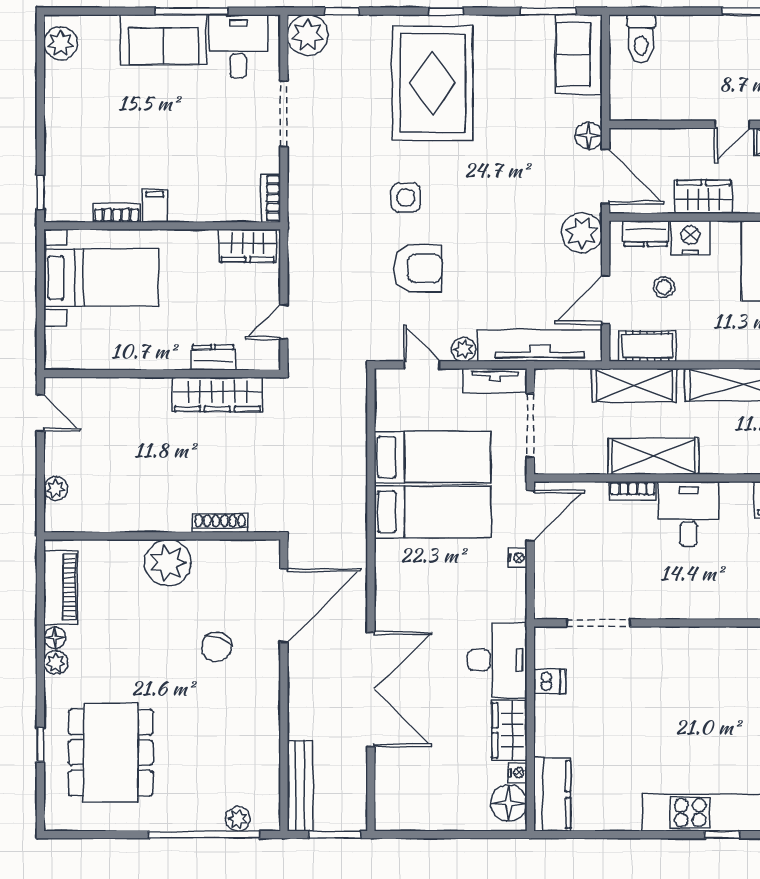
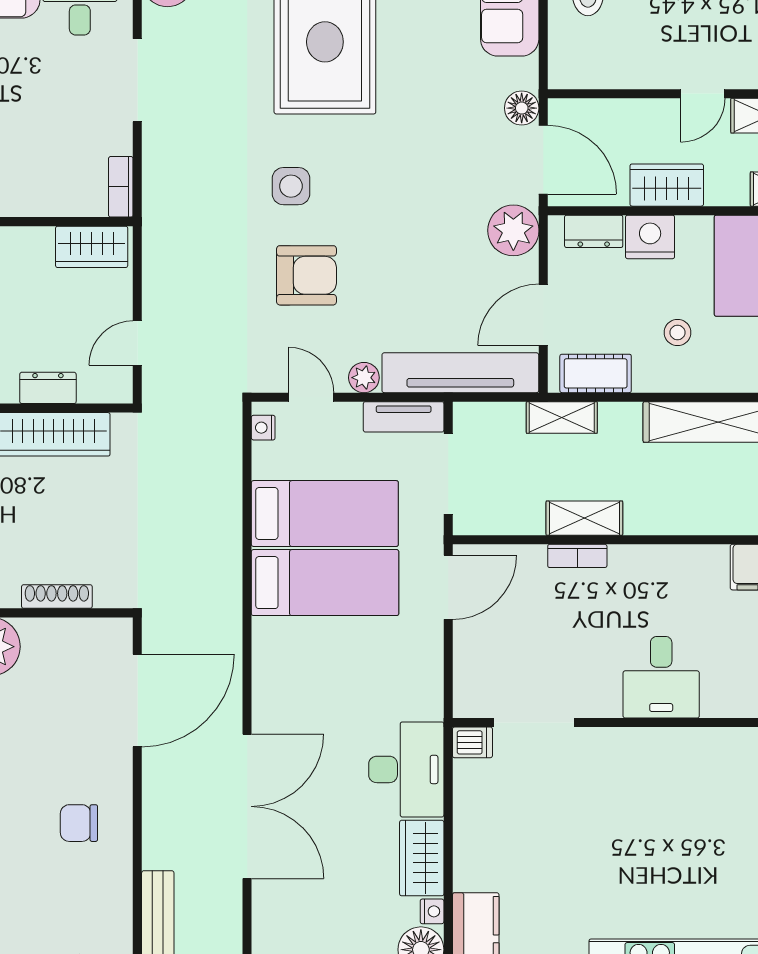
stool: (664, 287) -> (678, 332), moved
shelving: (634, 385) -> (562, 417), width x0.67, depth x0.75
shelving: (653, 456) -> (584, 518), width x0.67, depth x0.75
desk: (689, 514) -> (661, 677), moved, turned 180
nightstand: (517, 558) -> (263, 428), moved, turned 180
chair: (216, 647) -> (79, 823), moved, turned 69
dishwasher: (550, 682) -> (472, 742), moved

